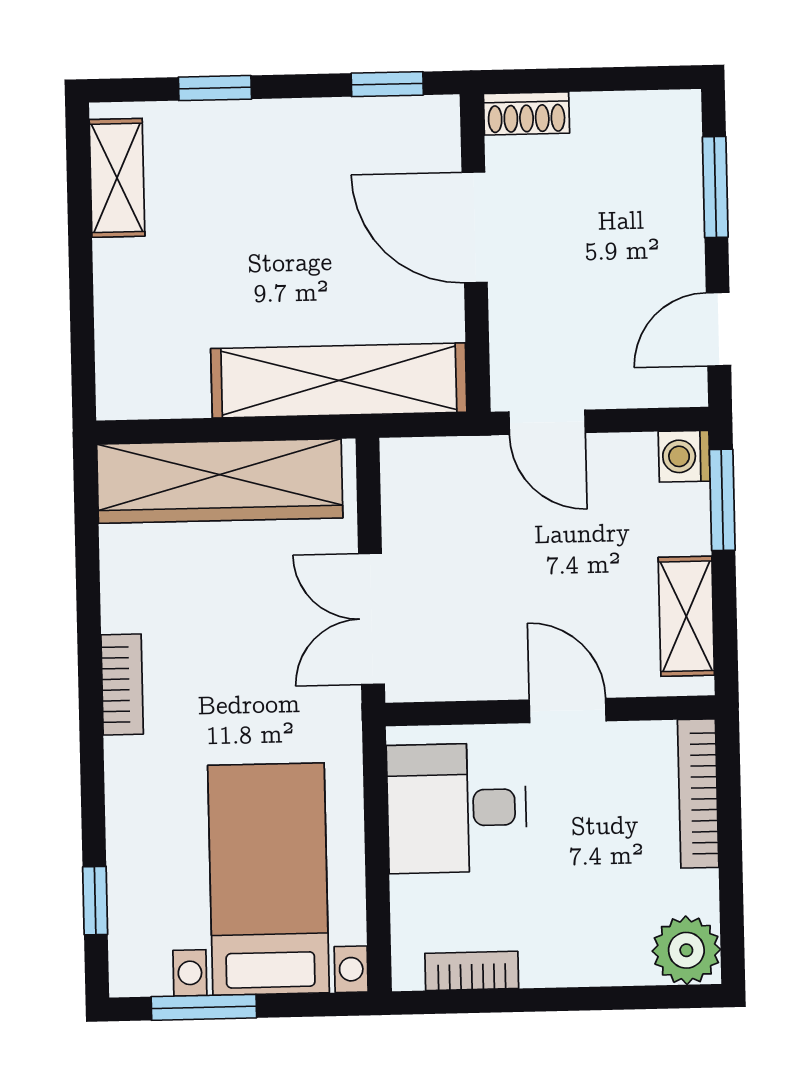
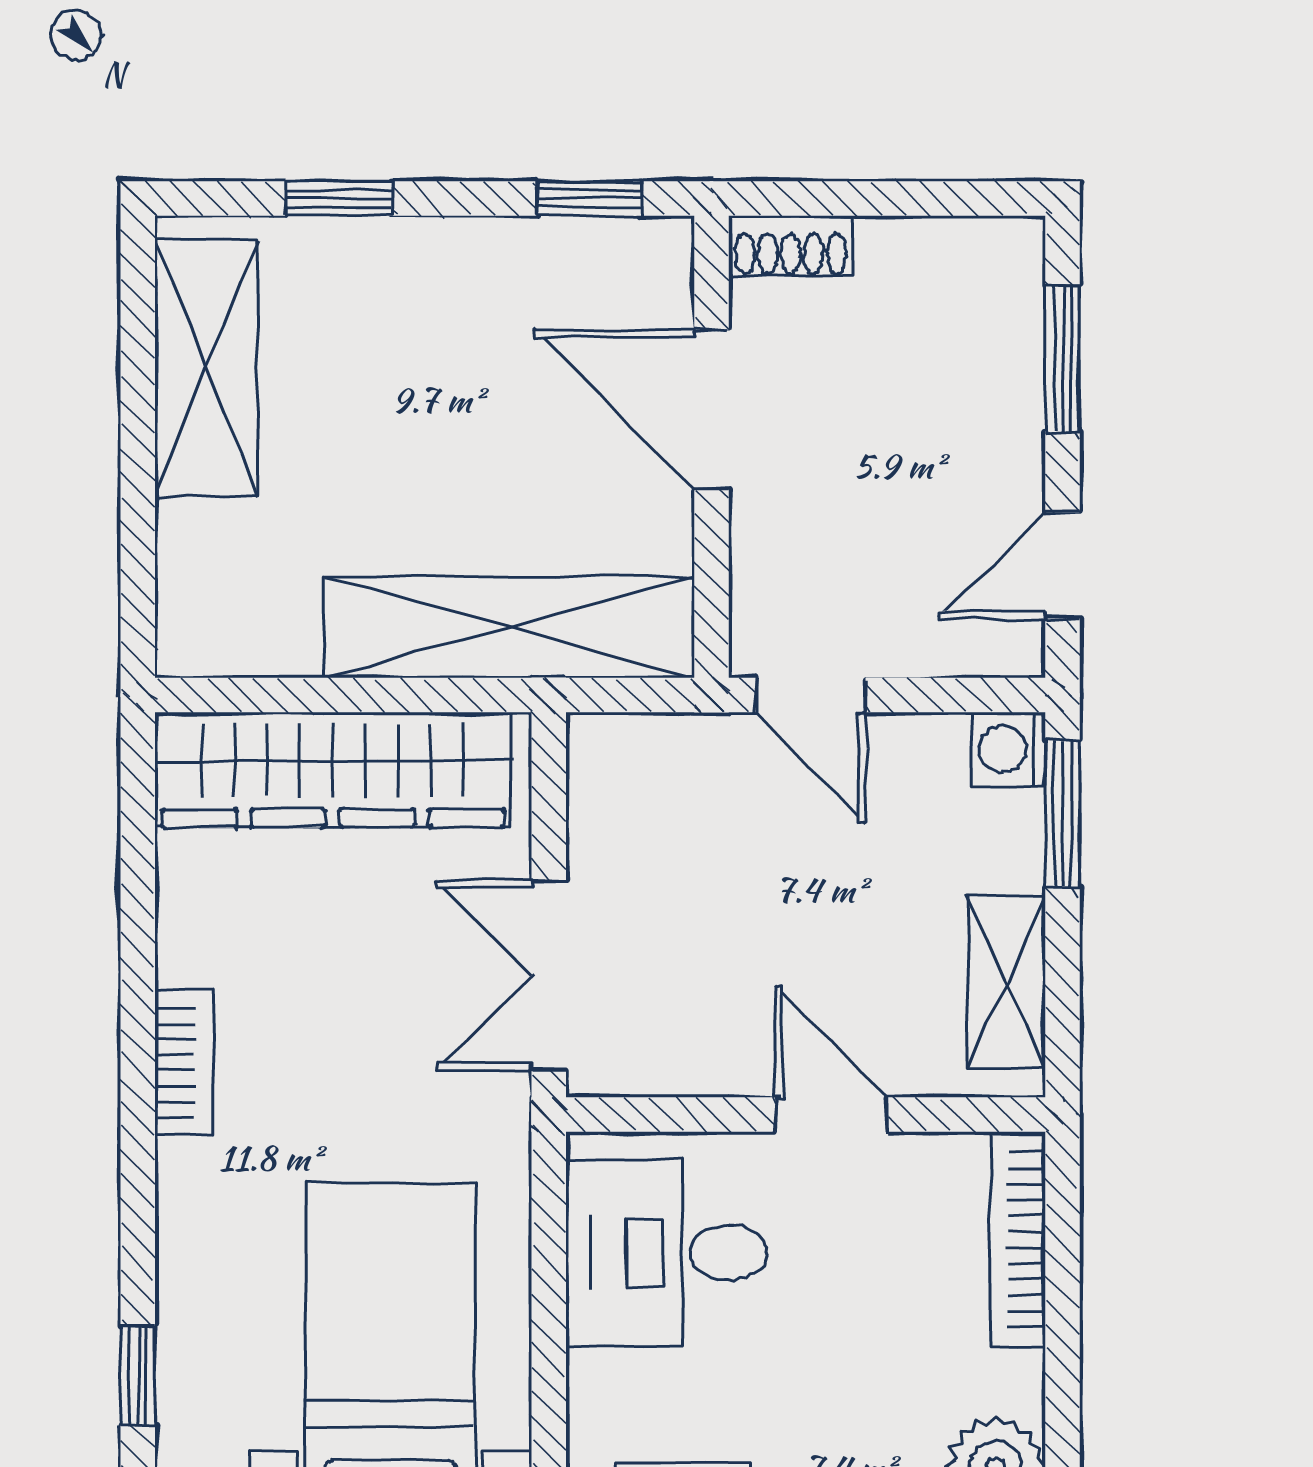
shelving: (117, 178) -> (206, 369), width x1.50, depth x1.33

